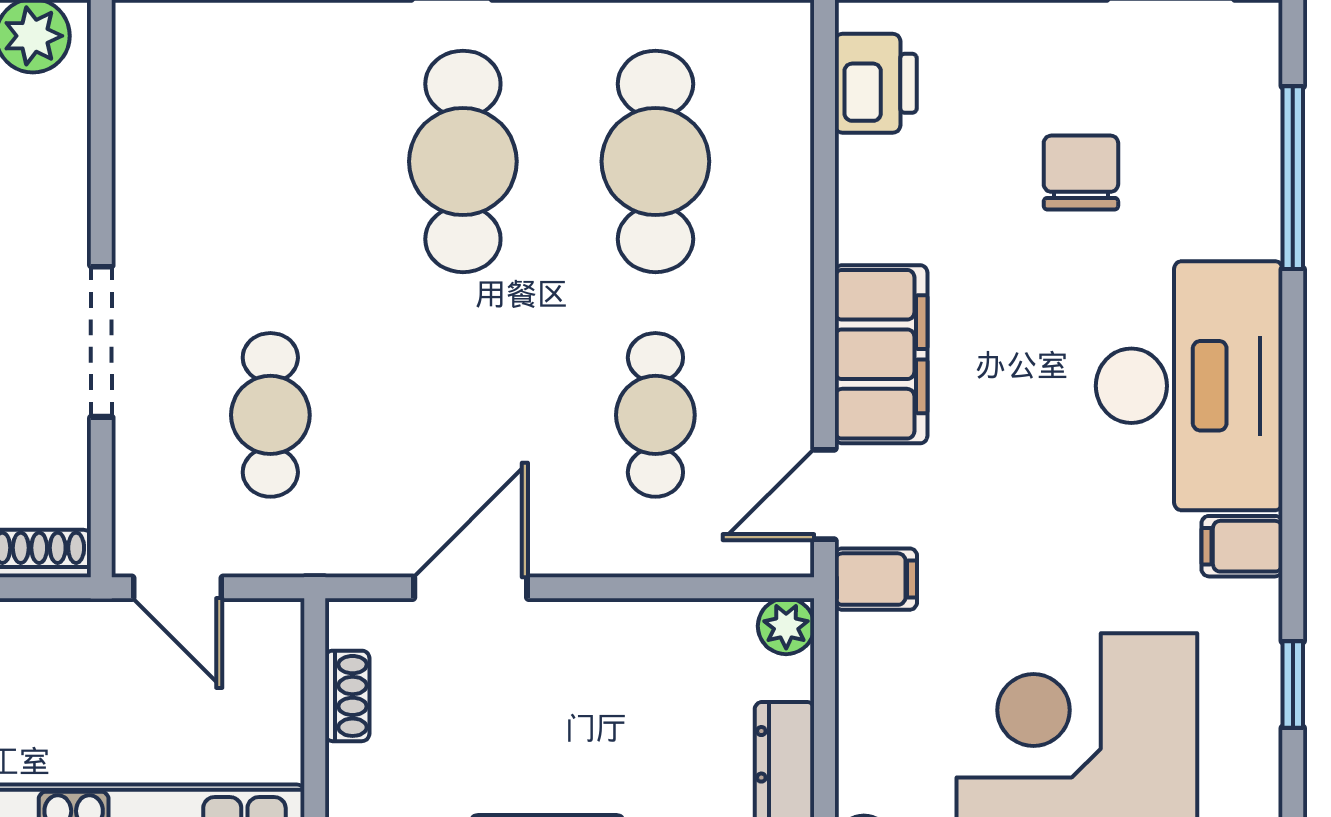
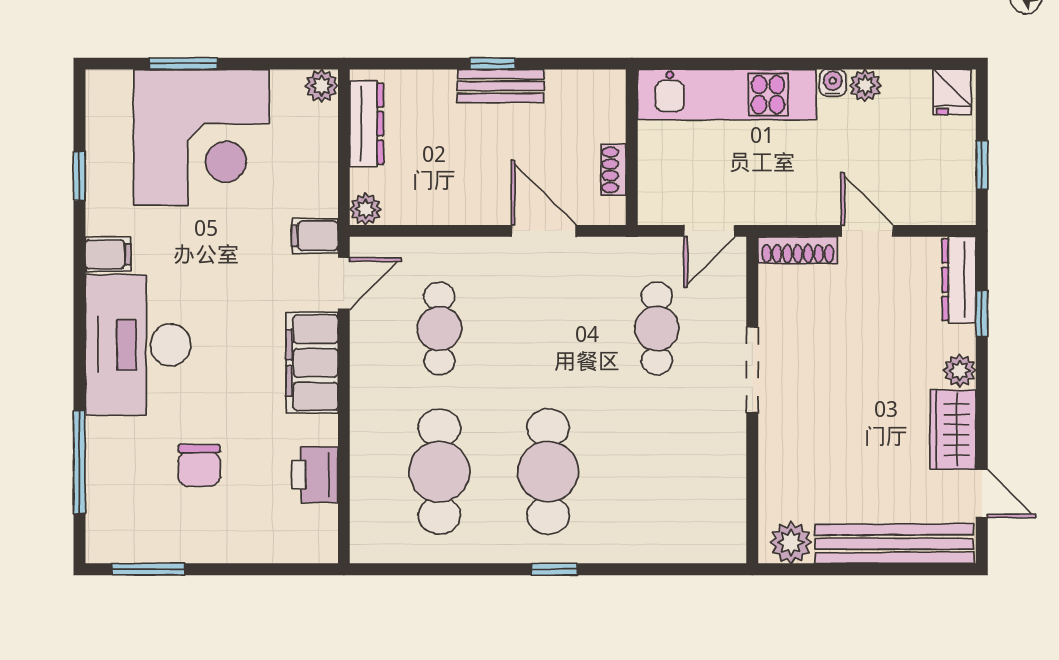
printer: (876, 83) -> (315, 475), moved
door: (177, 588) -> (709, 231), swing flipped
door: (471, 588) -> (544, 231), swing flipped

